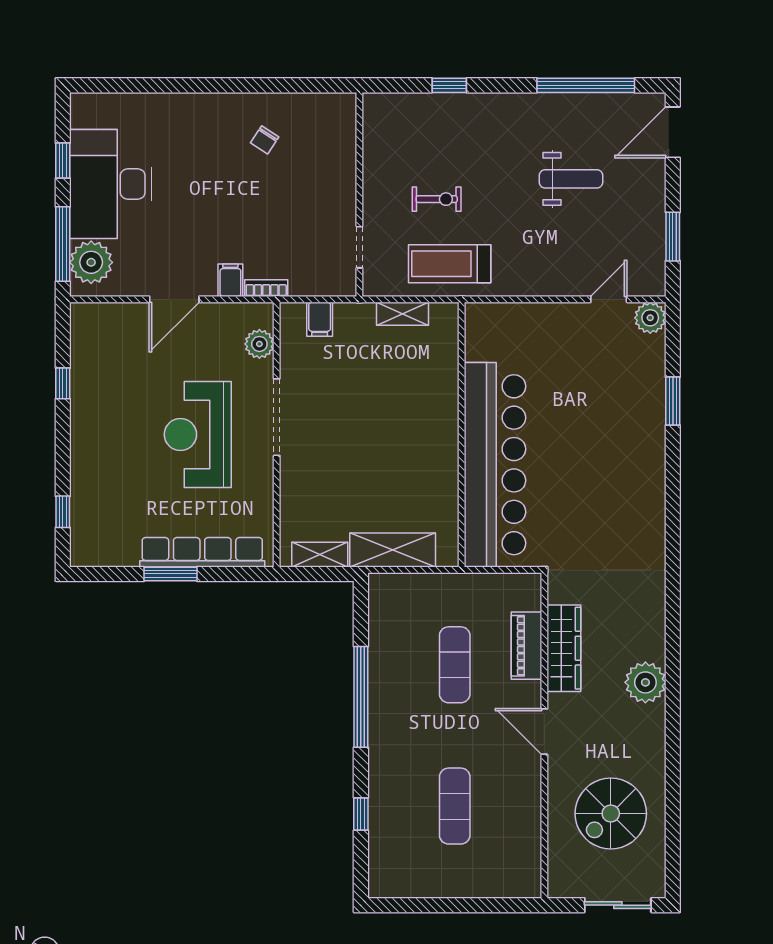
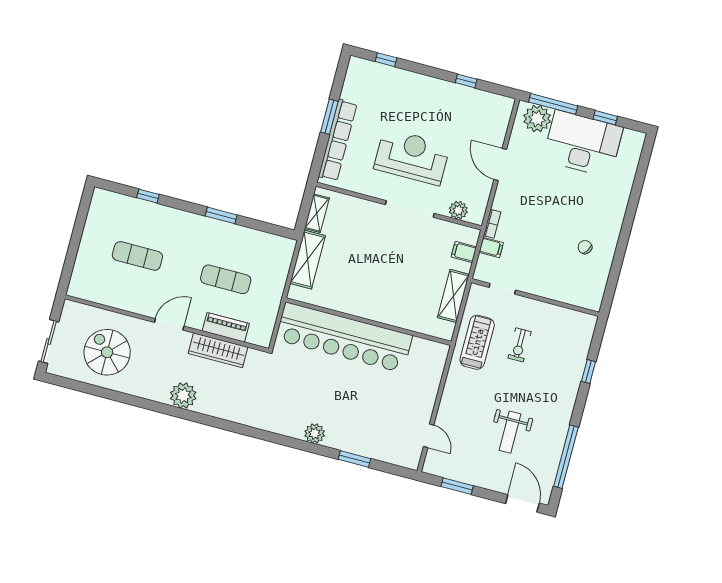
filing cabinet: (230, 280) -> (491, 247), moved
shelving: (402, 314) -> (453, 296), width x1.50, depth x1.33
plant: (650, 318) -> (315, 433), moved
window: (361, 697) -> (221, 215), width x0.47

